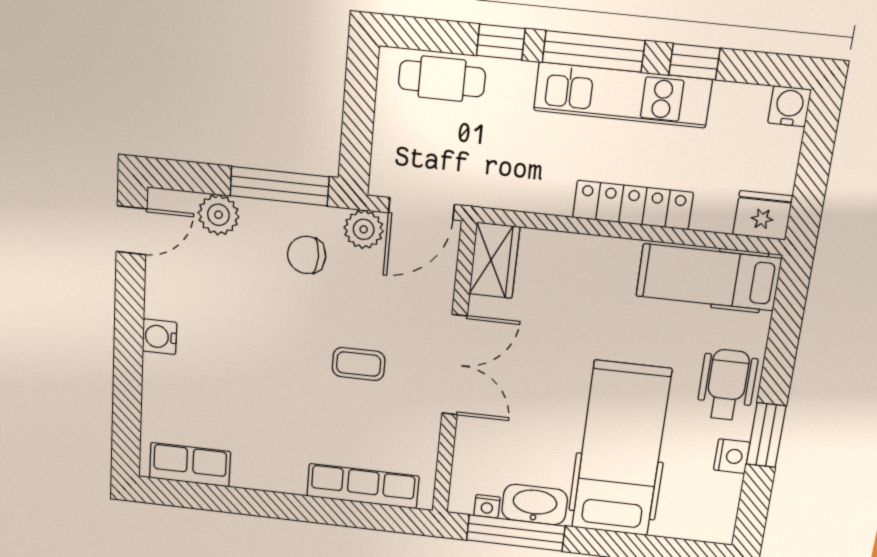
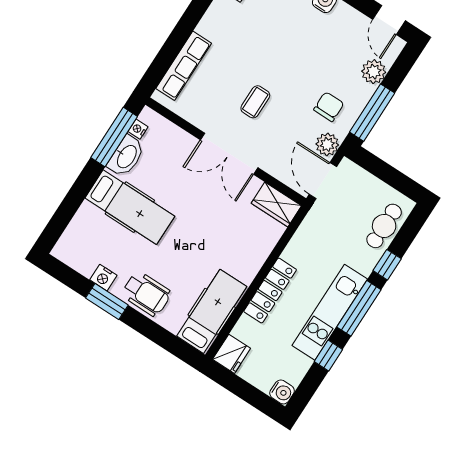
hospital bed: (621, 449) -> (130, 207), width x0.73, depth x0.78

